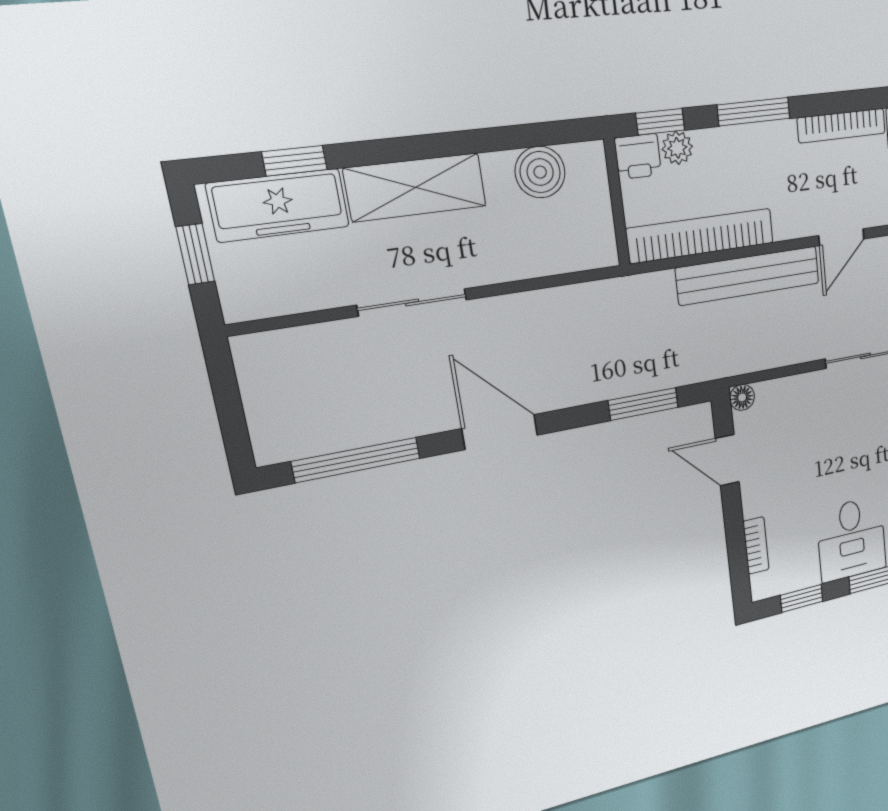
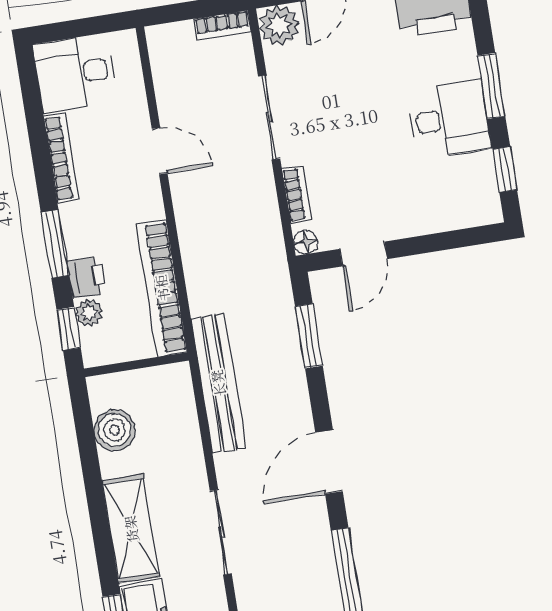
printer: (638, 156) -> (87, 277), moved
bench: (748, 276) -> (218, 383), moved
bookcase: (756, 545) -> (297, 194), moved, turned 90

